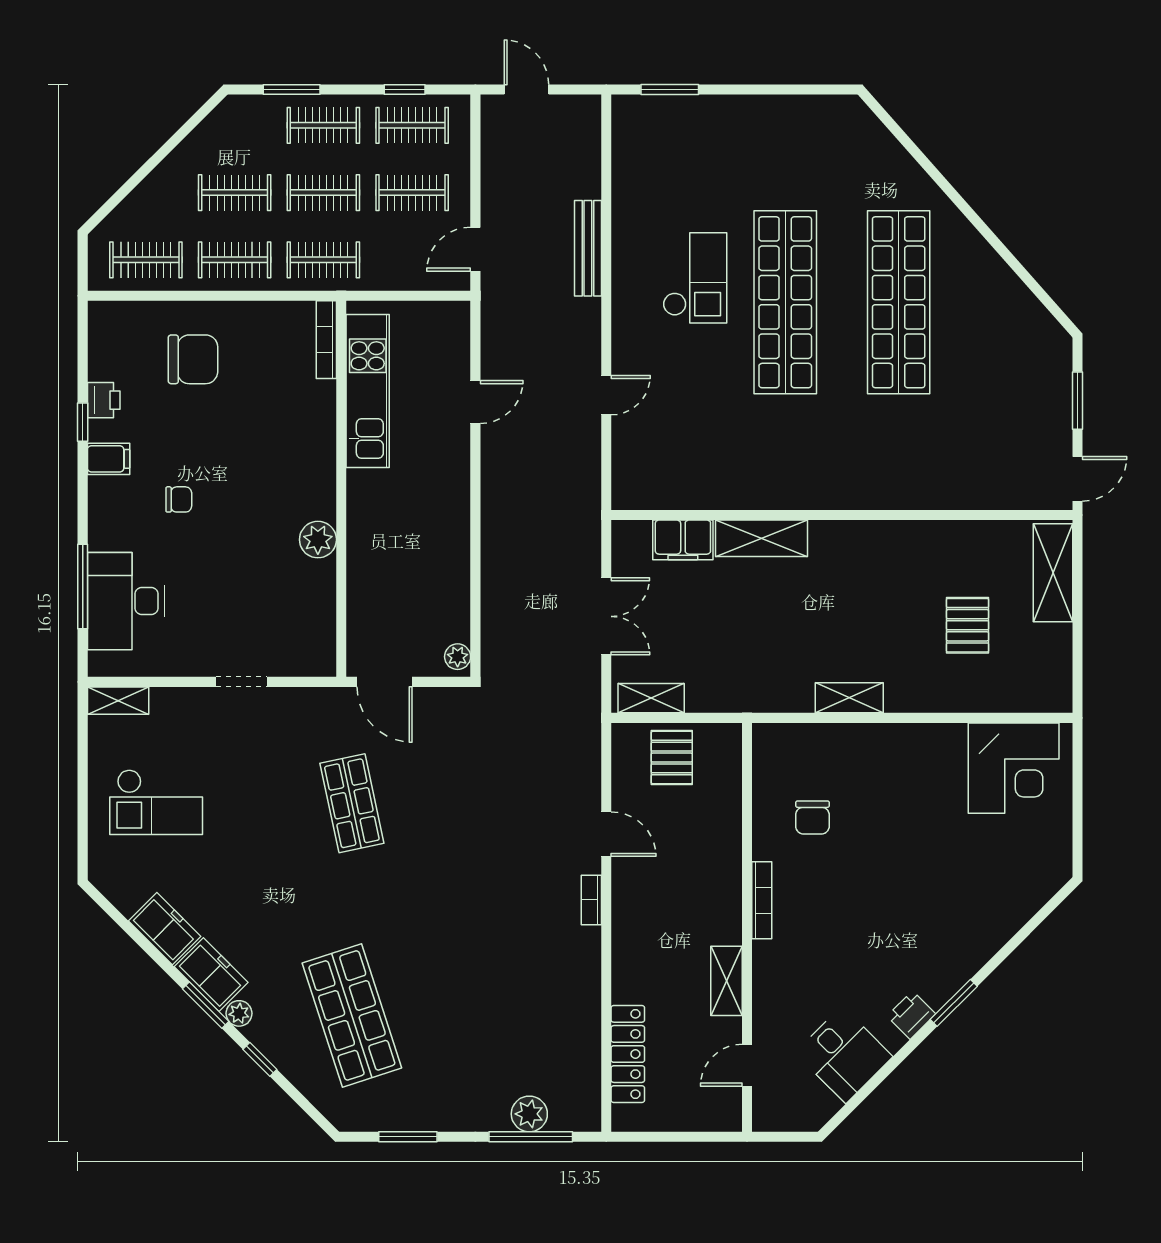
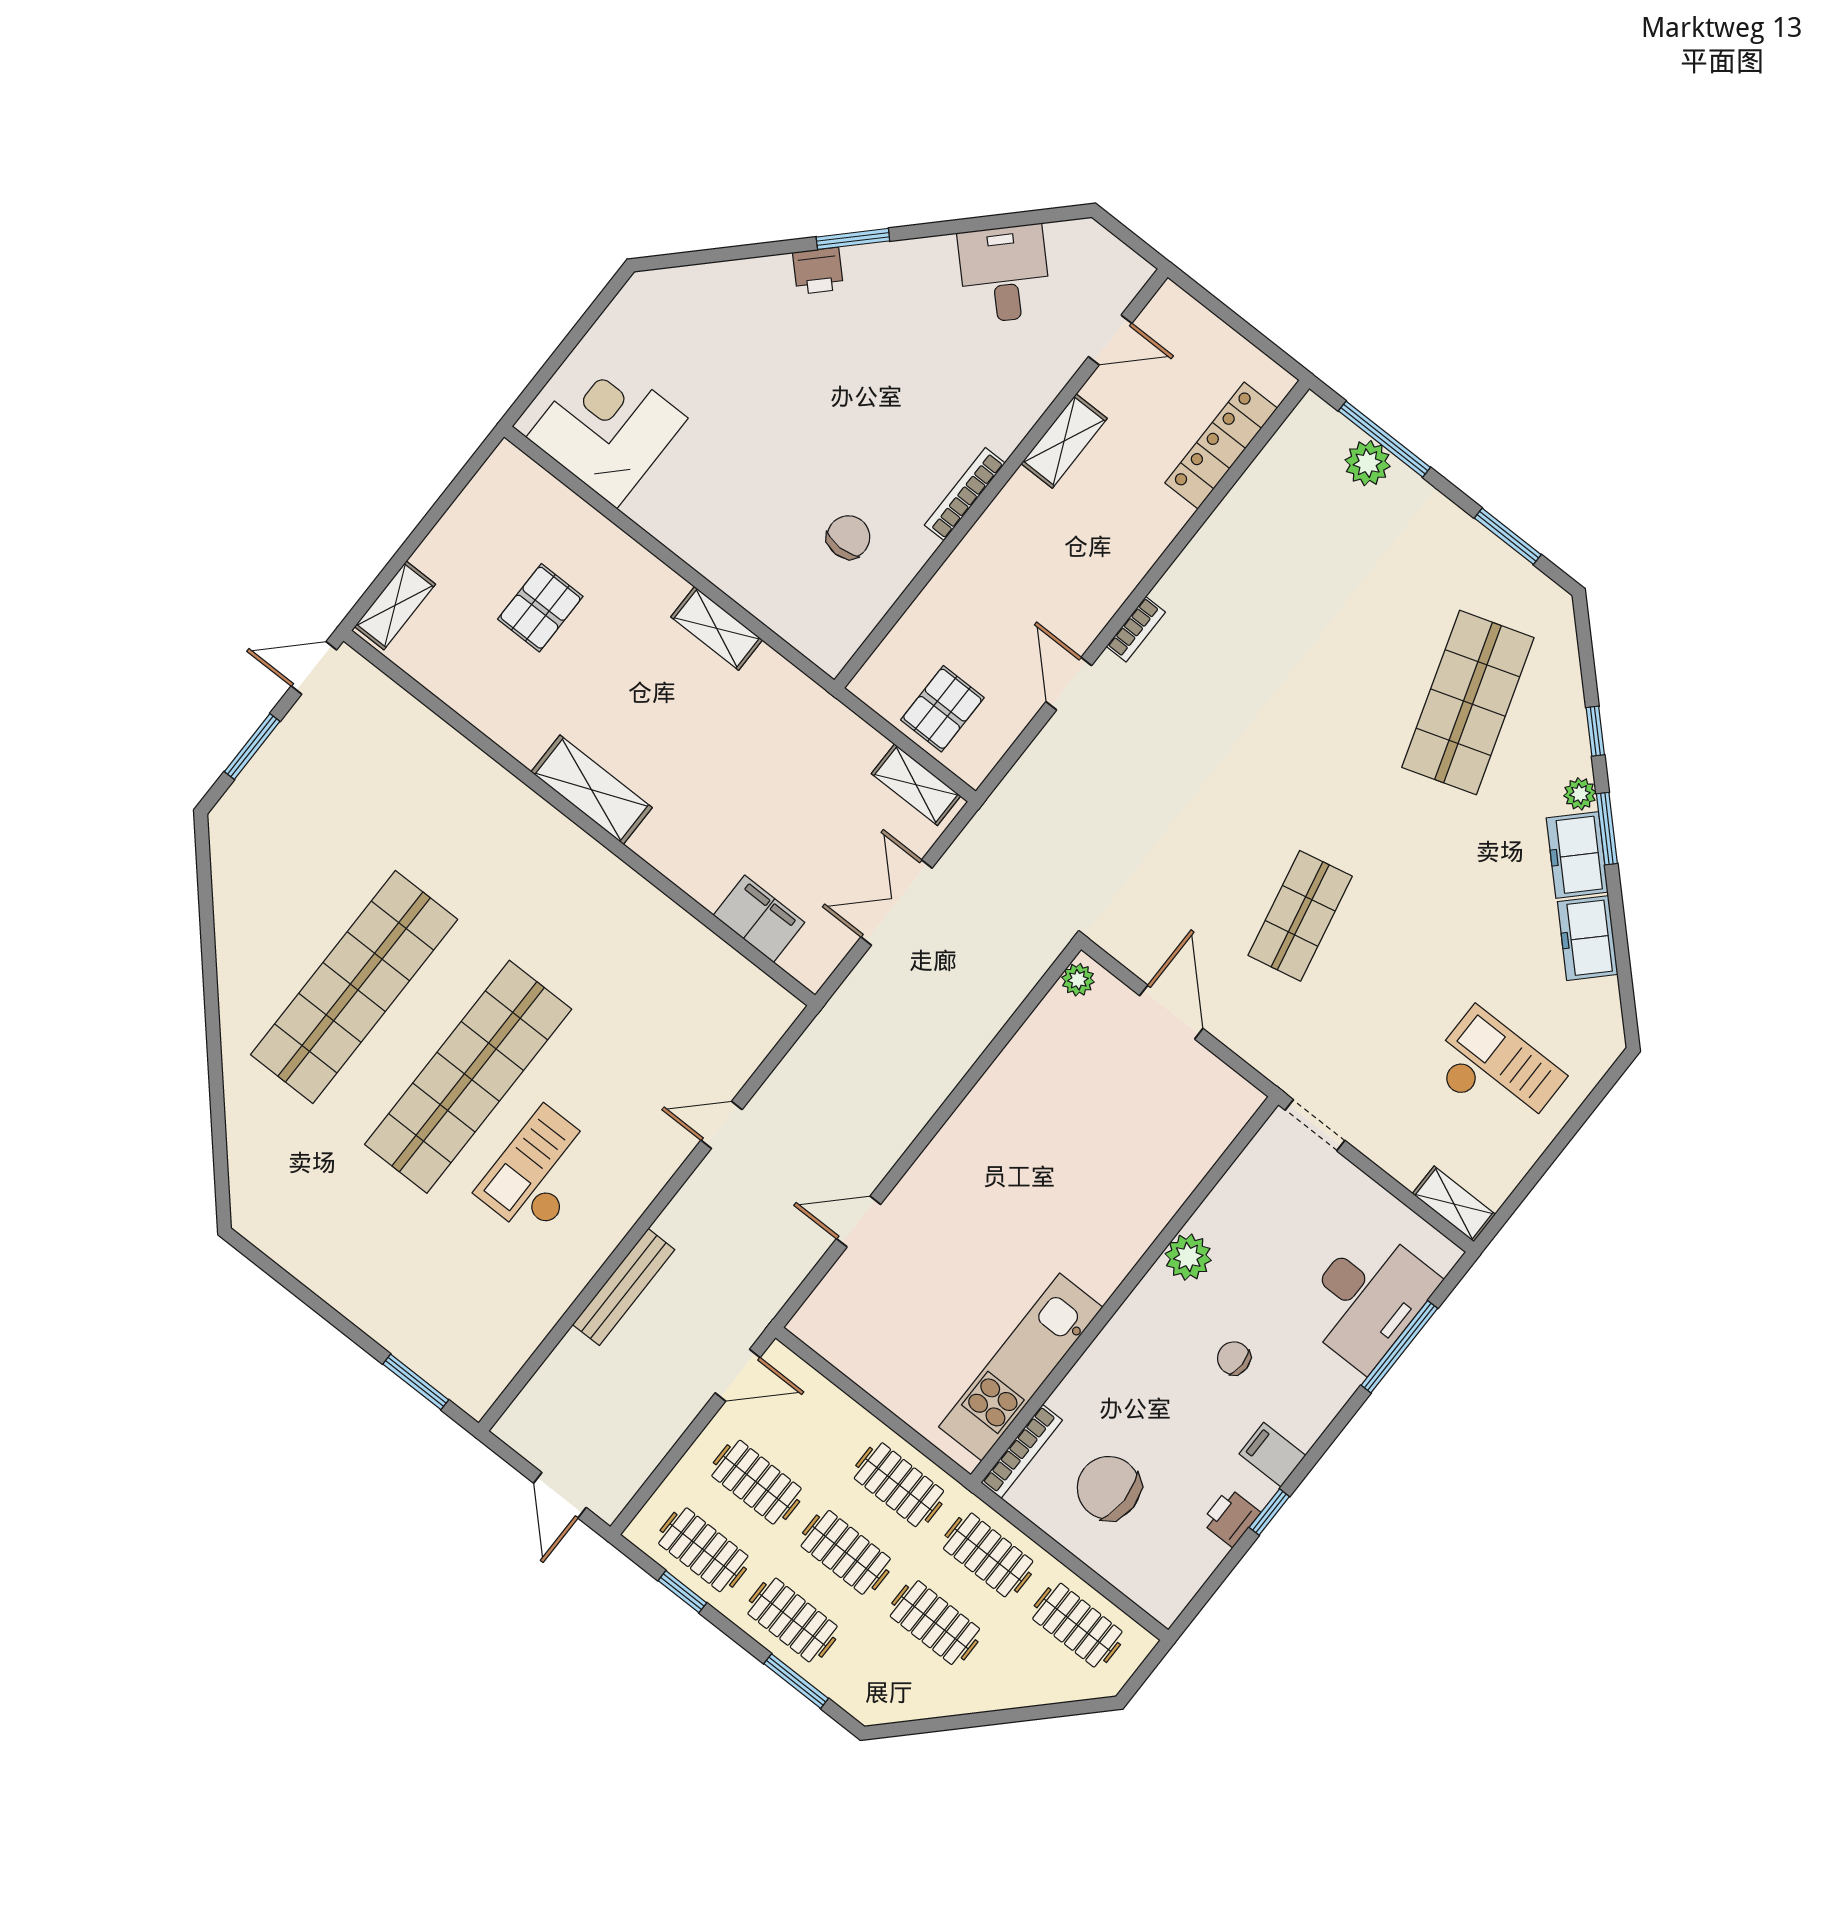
bookcase: (326, 340) -> (1022, 1451), moved
kitchen unit: (368, 391) -> (1021, 1367), moved
wall: (341, 489) -> (1125, 1290), moved
shelving: (761, 538) -> (592, 790), moved
plant: (318, 540) -> (1188, 1257), moved
shelving: (1053, 573) -> (395, 605), width x0.67, depth x0.75
printer: (911, 1015) -> (818, 271), moved

